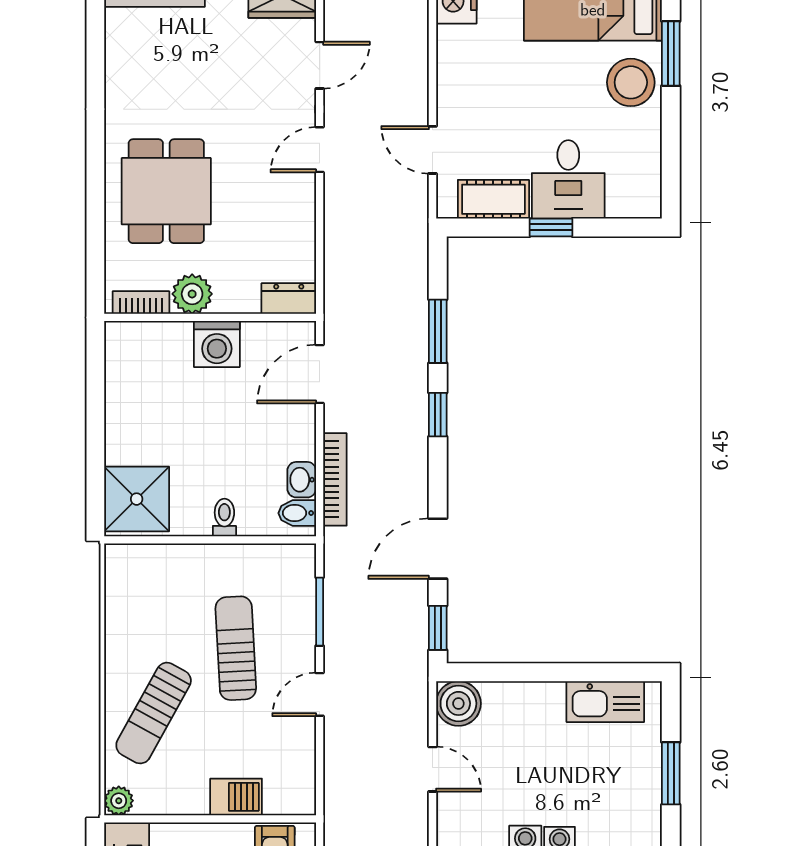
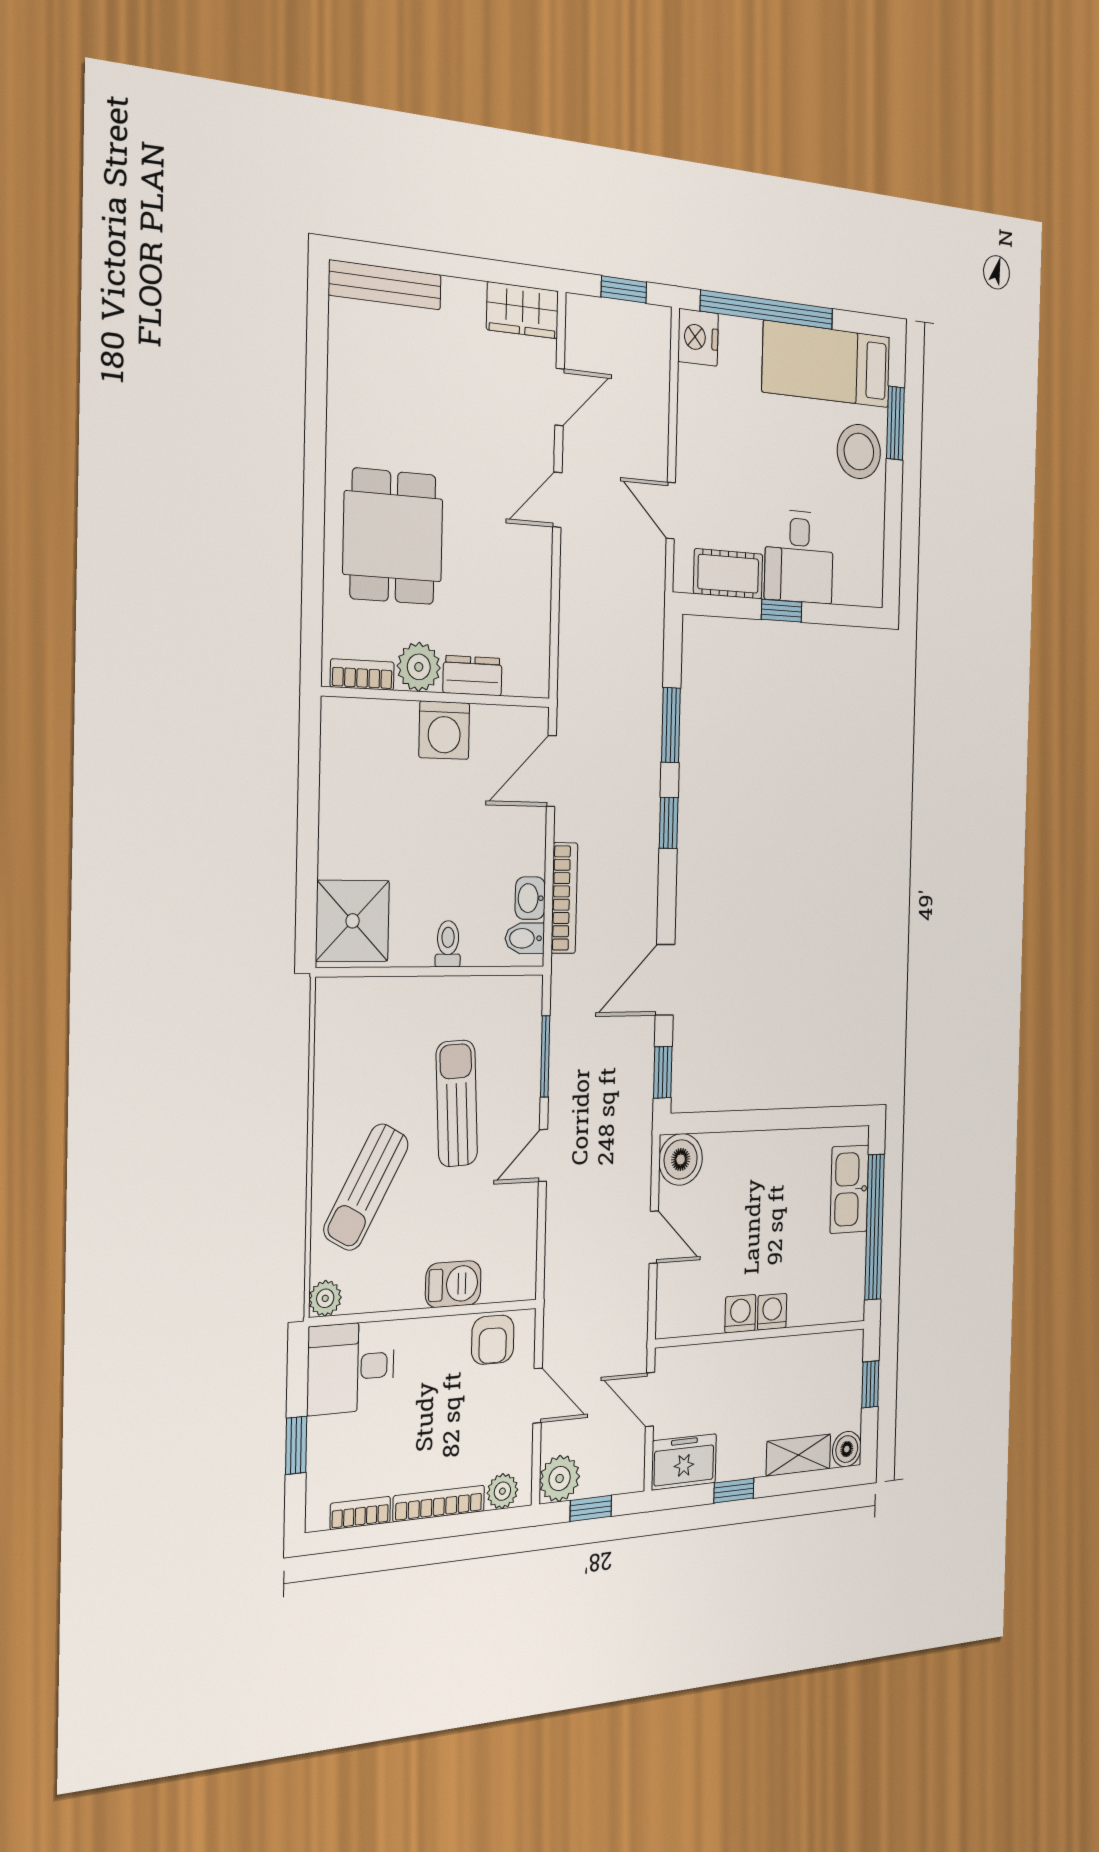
dresser: (289, 299) -> (473, 676), moved
kitchen sink: (605, 702) -> (849, 1189), moved, turned 90
window: (671, 773) -> (874, 1227), width x2.11

